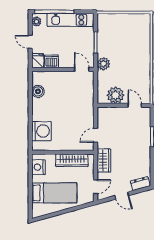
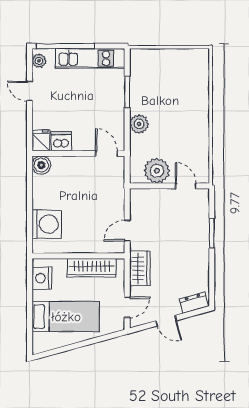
fridge: (38, 61) -> (41, 140), moved
dishwasher: (51, 61) -> (61, 141), moved
wall: (63, 69) -> (78, 153), moved
door: (82, 69) -> (107, 153), moved

